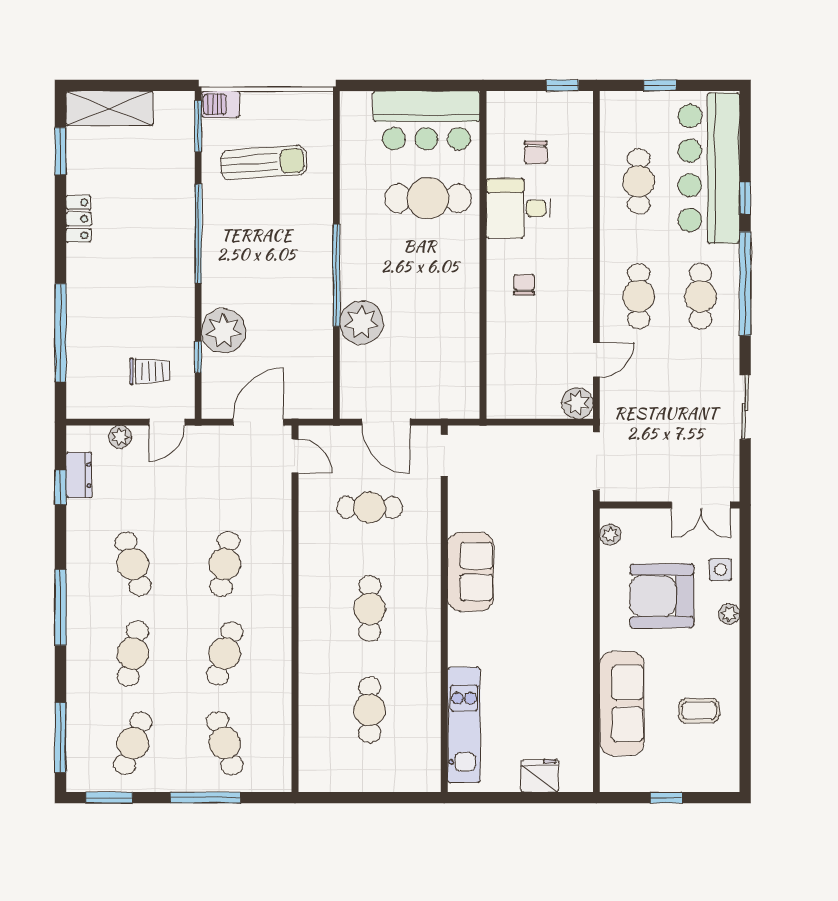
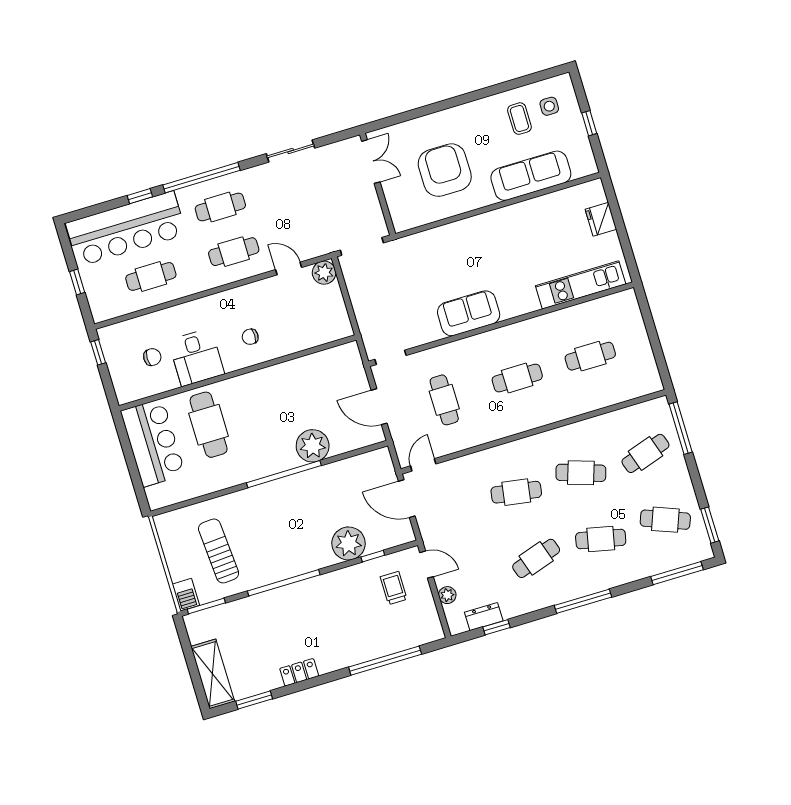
door: (386, 422) -> (379, 407), swing flipped
plant: (610, 535) -> (412, 221), removed
side table: (720, 570) -> (549, 106), moved
armchair: (662, 596) -> (445, 170), turned 180
plant: (729, 614) -> (443, 118), removed
window: (206, 798) -> (681, 428), moved

